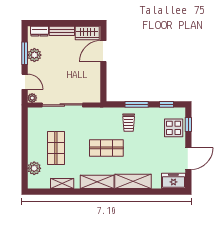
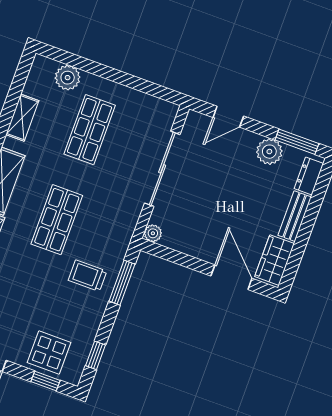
window: (25, 53) -> (297, 142), moved
plant: (32, 98) -> (153, 233), moved
window: (137, 104) -> (122, 283), moved
shop shelf: (56, 148) -> (90, 130), turned 90

